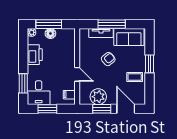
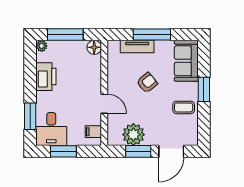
floor lamp: (50, 33) -> (94, 47), moved
sofa: (129, 37) -> (186, 61), moved, turned 90
door: (126, 109) -> (171, 151), swing flipped

